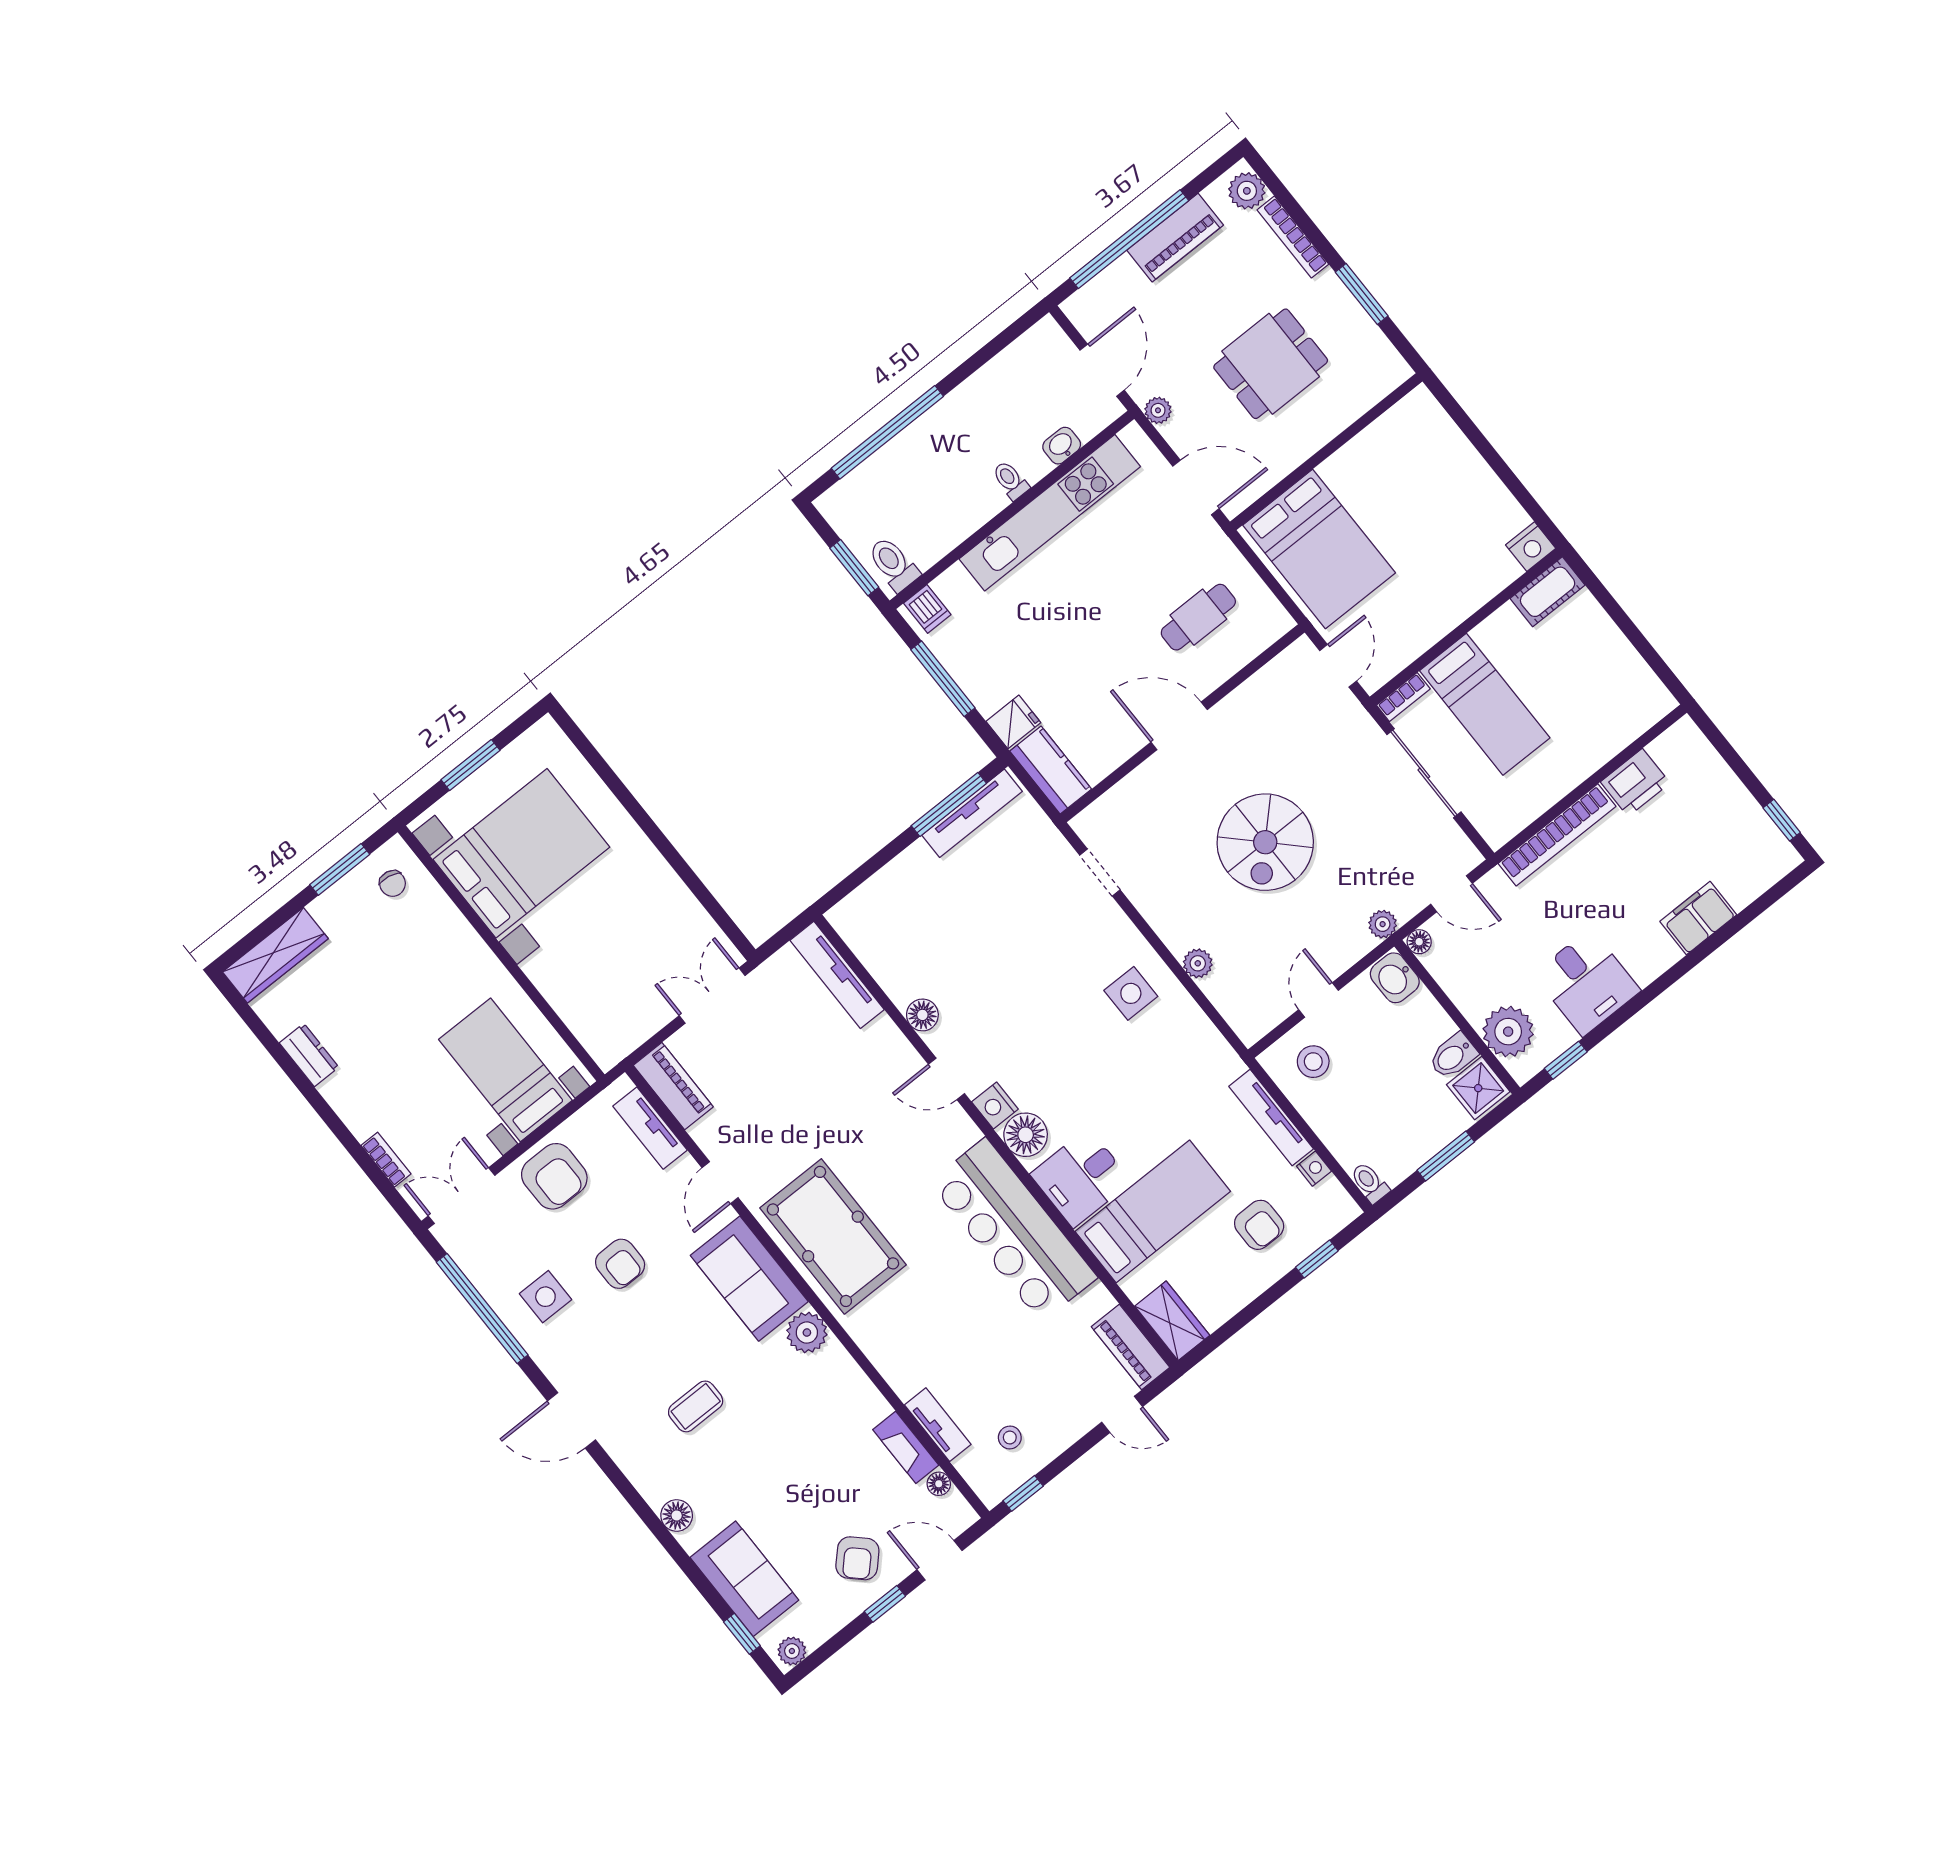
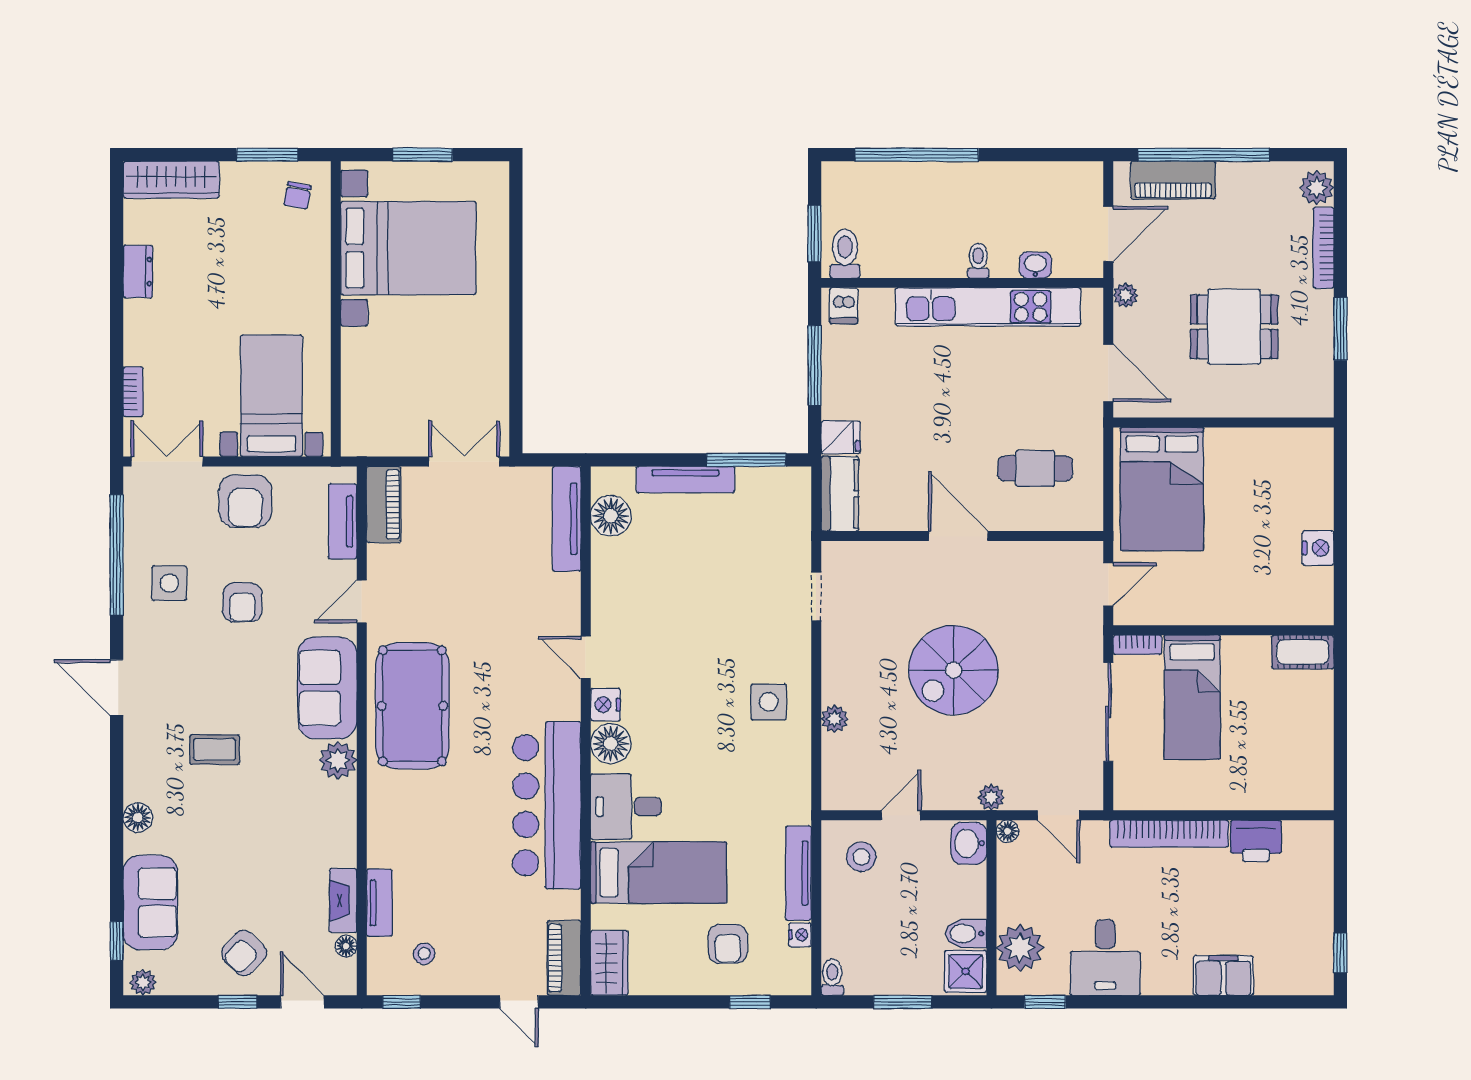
piano: (1175, 238) -> (1173, 180), moved
nightstand: (1531, 547) -> (1318, 548), moved, turned -90
tv unit: (972, 813) -> (685, 480), moved
floor lamp: (922, 1015) -> (611, 516), moved, width x1.38, depth x1.38

